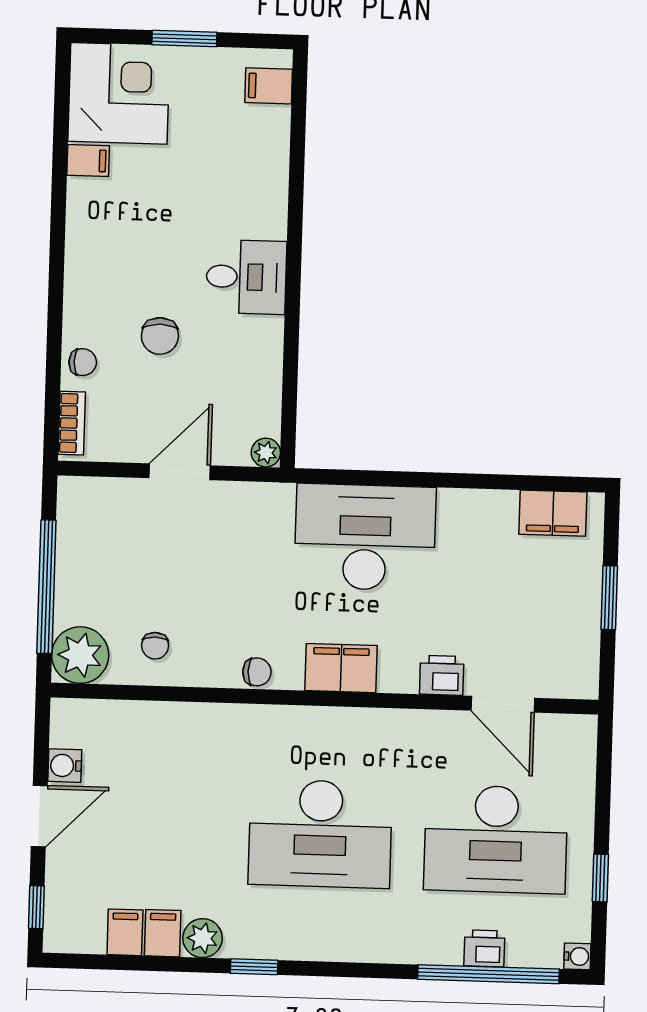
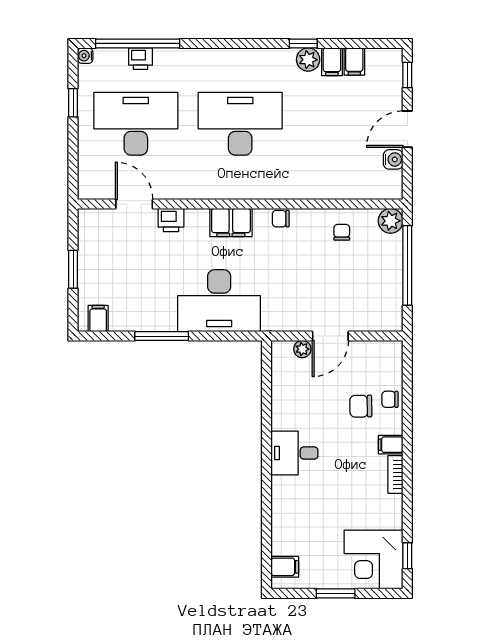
window: (62, 98) -> (407, 556), added
filing cabinet: (88, 161) -> (391, 445), moved
chair: (160, 336) -> (361, 406), moved, turned -91
bookcase: (72, 423) -> (395, 474), moved
plant: (266, 453) -> (302, 349), moved
window: (464, 481) -> (162, 336), added
filing cabinet: (553, 513) -> (98, 318), width x0.50
plant: (80, 655) -> (391, 221), width x0.73, depth x0.73
window: (254, 967) -> (303, 43), moved

